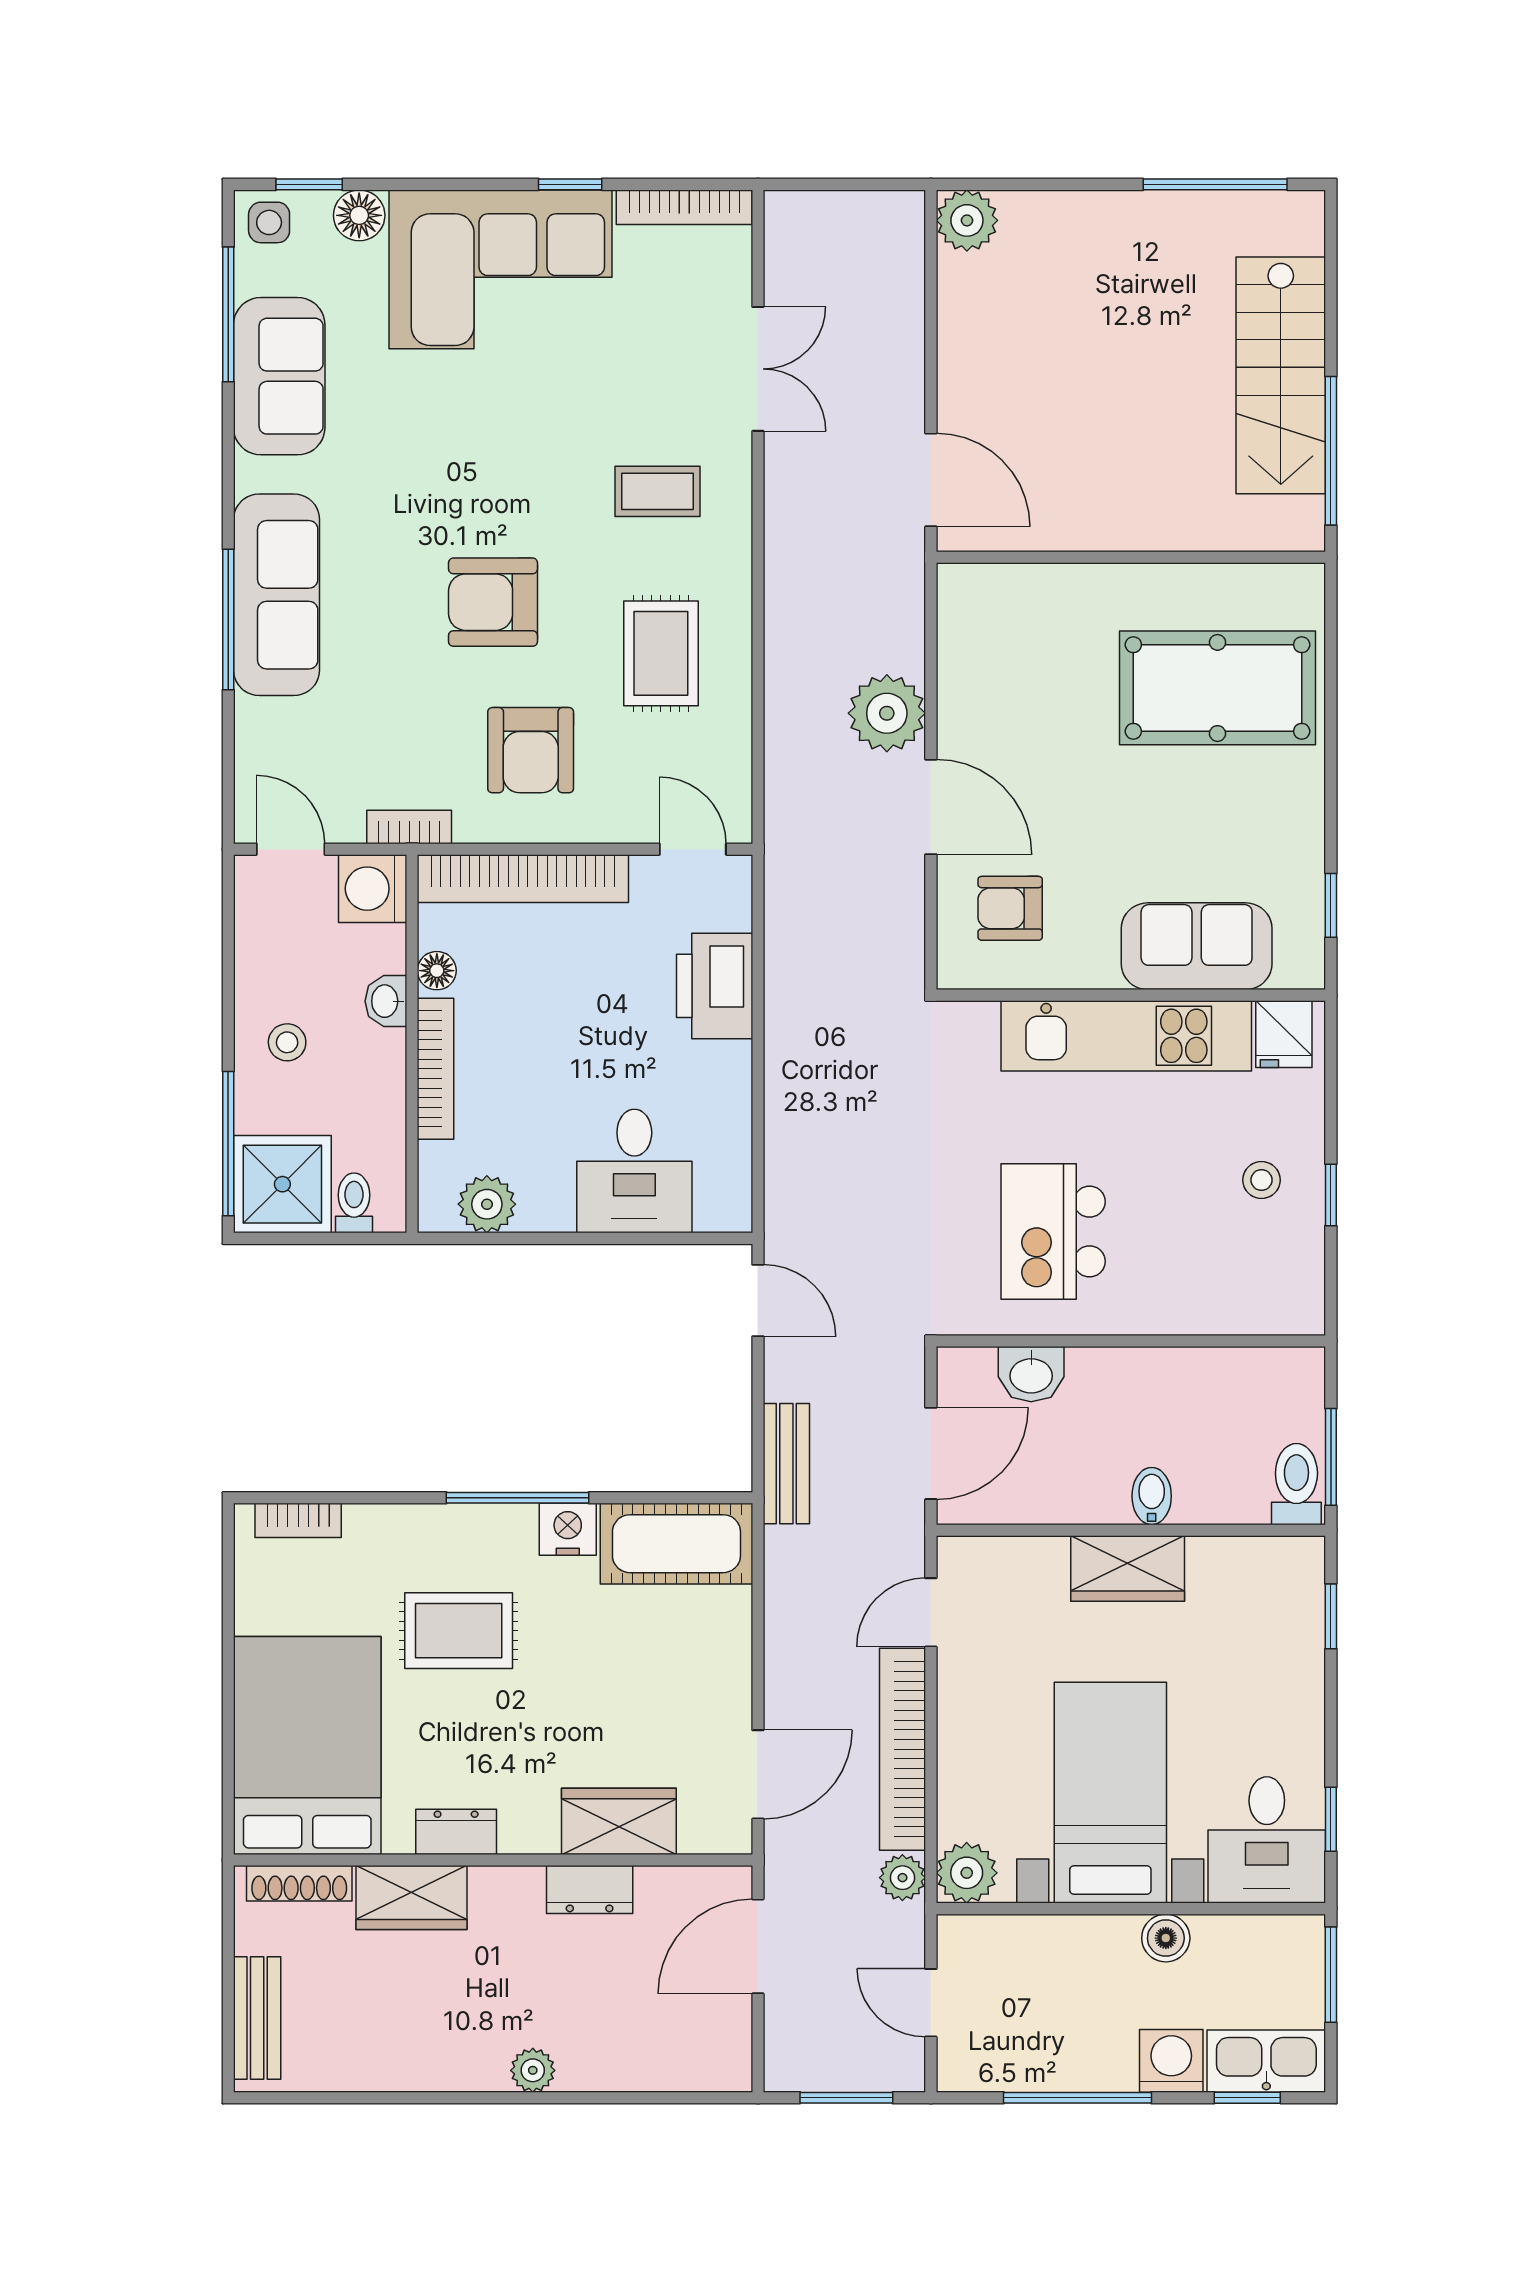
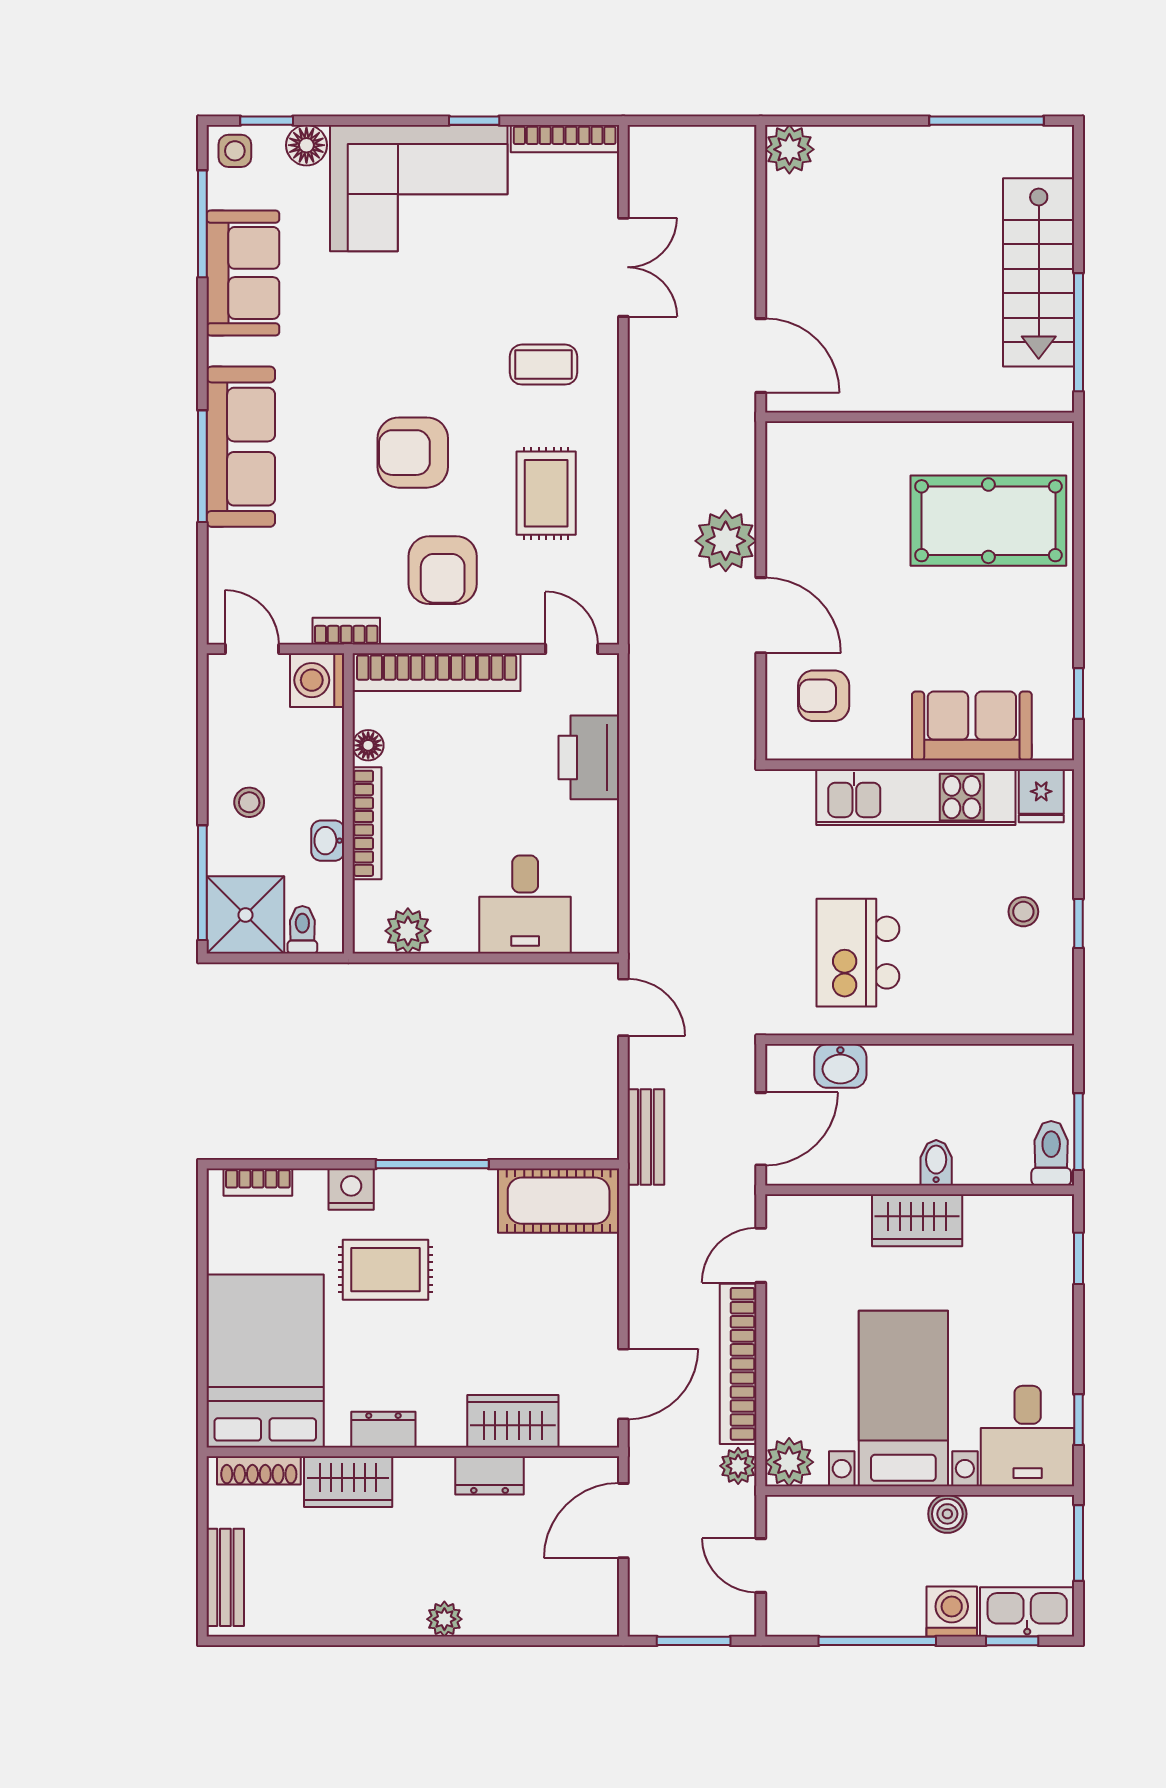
washbasin: (386, 1001) -> (328, 841), moved
nightstand: (568, 1529) -> (351, 1189), moved

